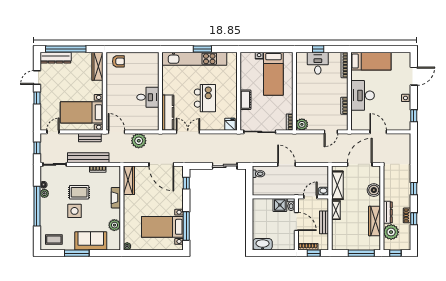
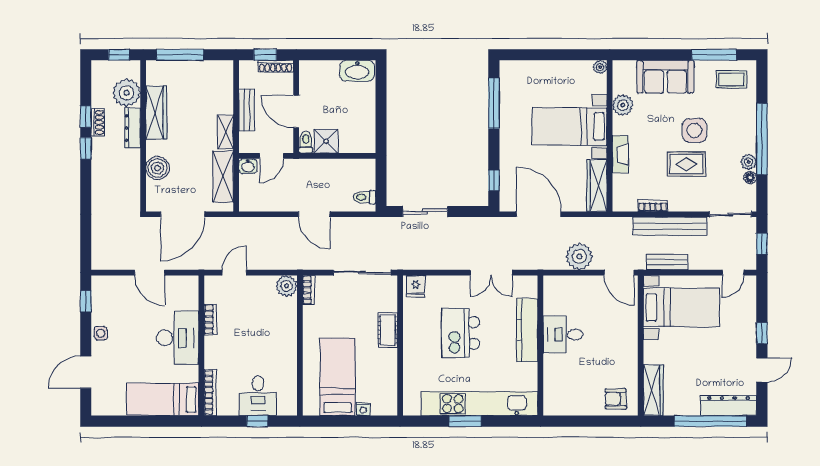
kitchen counter: (168, 112) -> (527, 330), moved
window: (414, 189) -> (86, 148), moved
bed with nightstands: (162, 227) -> (570, 127), moved, turned 180
window: (77, 253) -> (714, 55), moved

